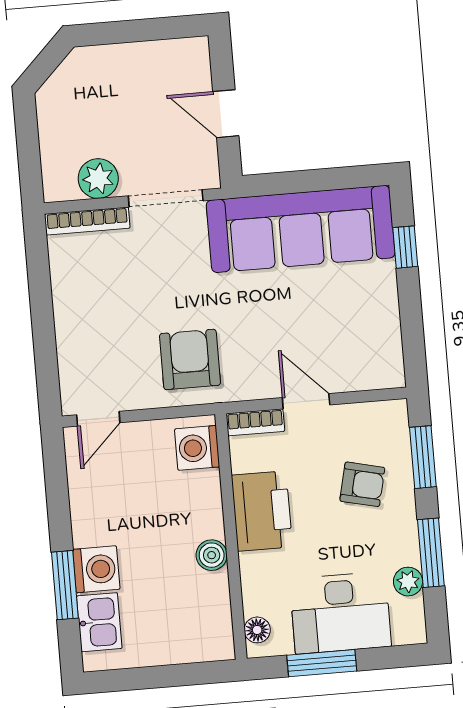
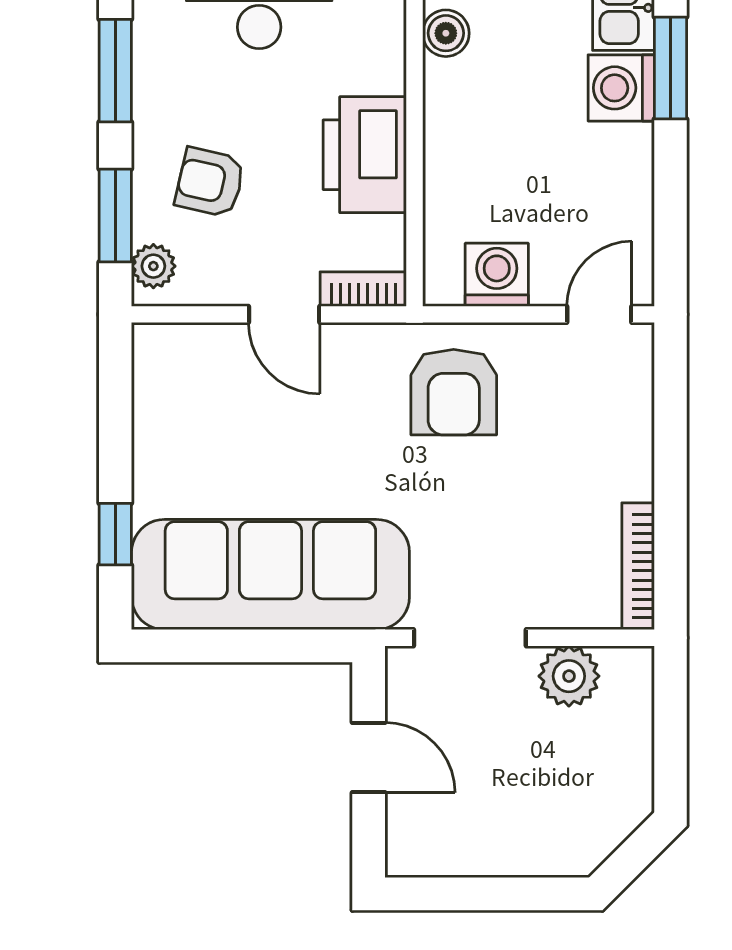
bookcase: (87, 221) -> (638, 566), moved, turned -90
washing machine: (197, 448) -> (497, 275), moved, turned -90
boiler: (212, 555) -> (446, 33), moved
plant: (408, 582) -> (153, 266), moved

